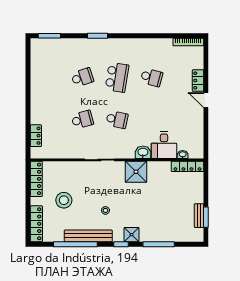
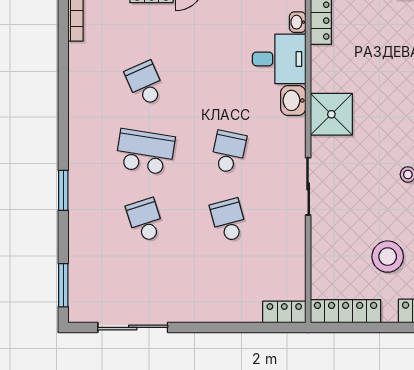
sliding door: (28, 71) -> (133, 327), added
school desk: (152, 77) -> (145, 84), turned -39
locker: (36, 136) -> (284, 312), moved

